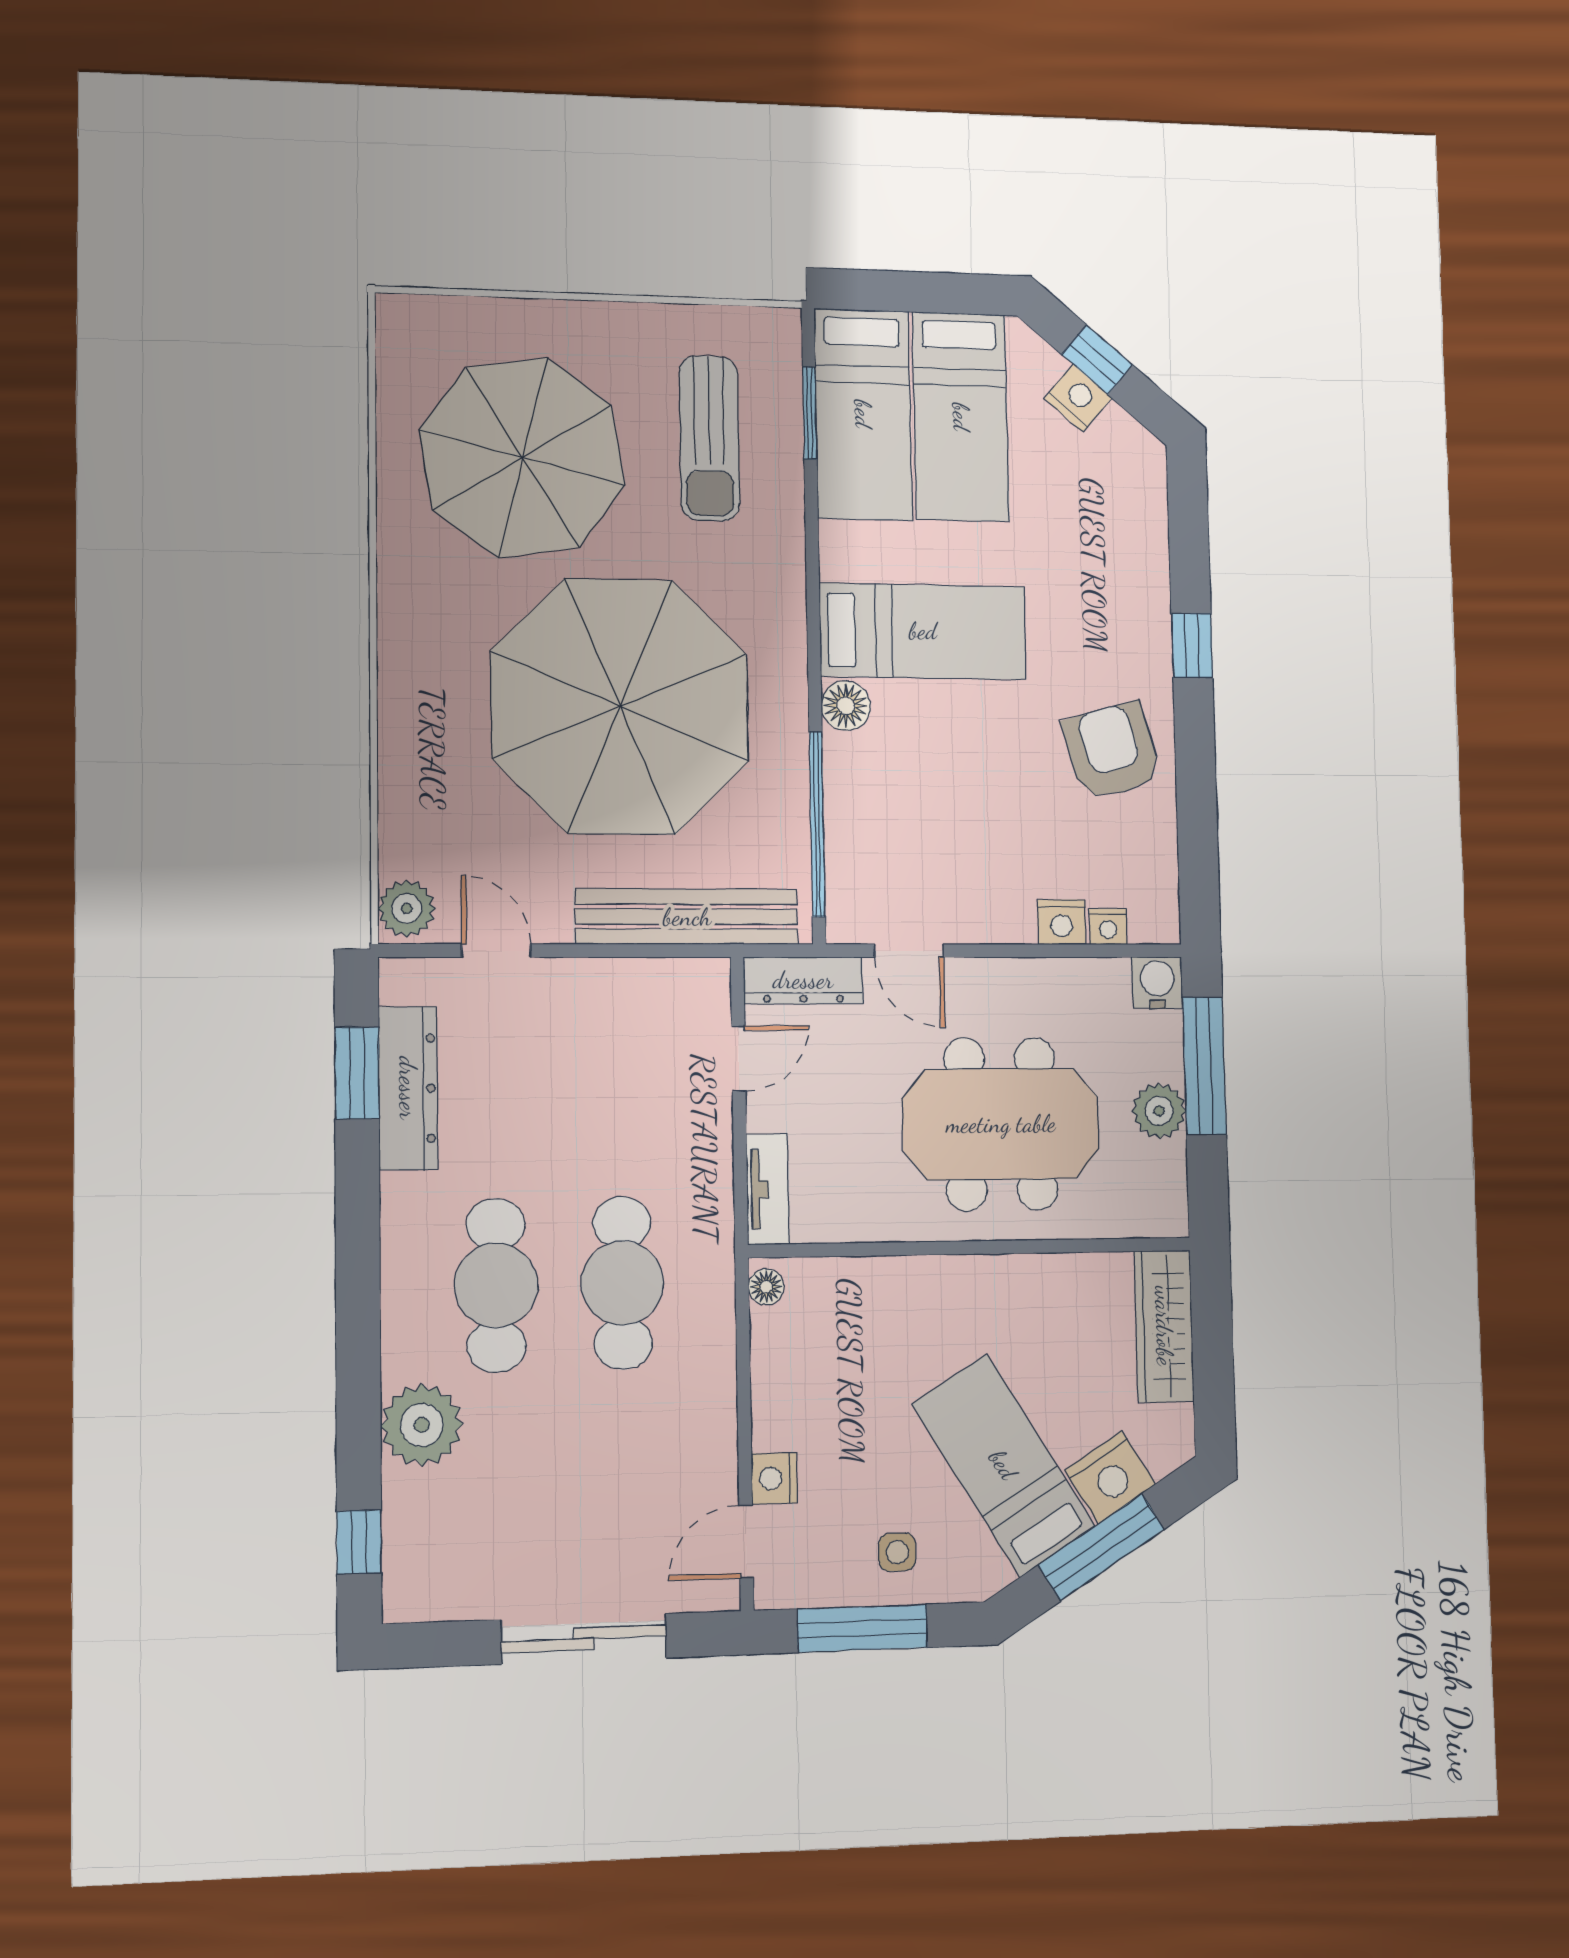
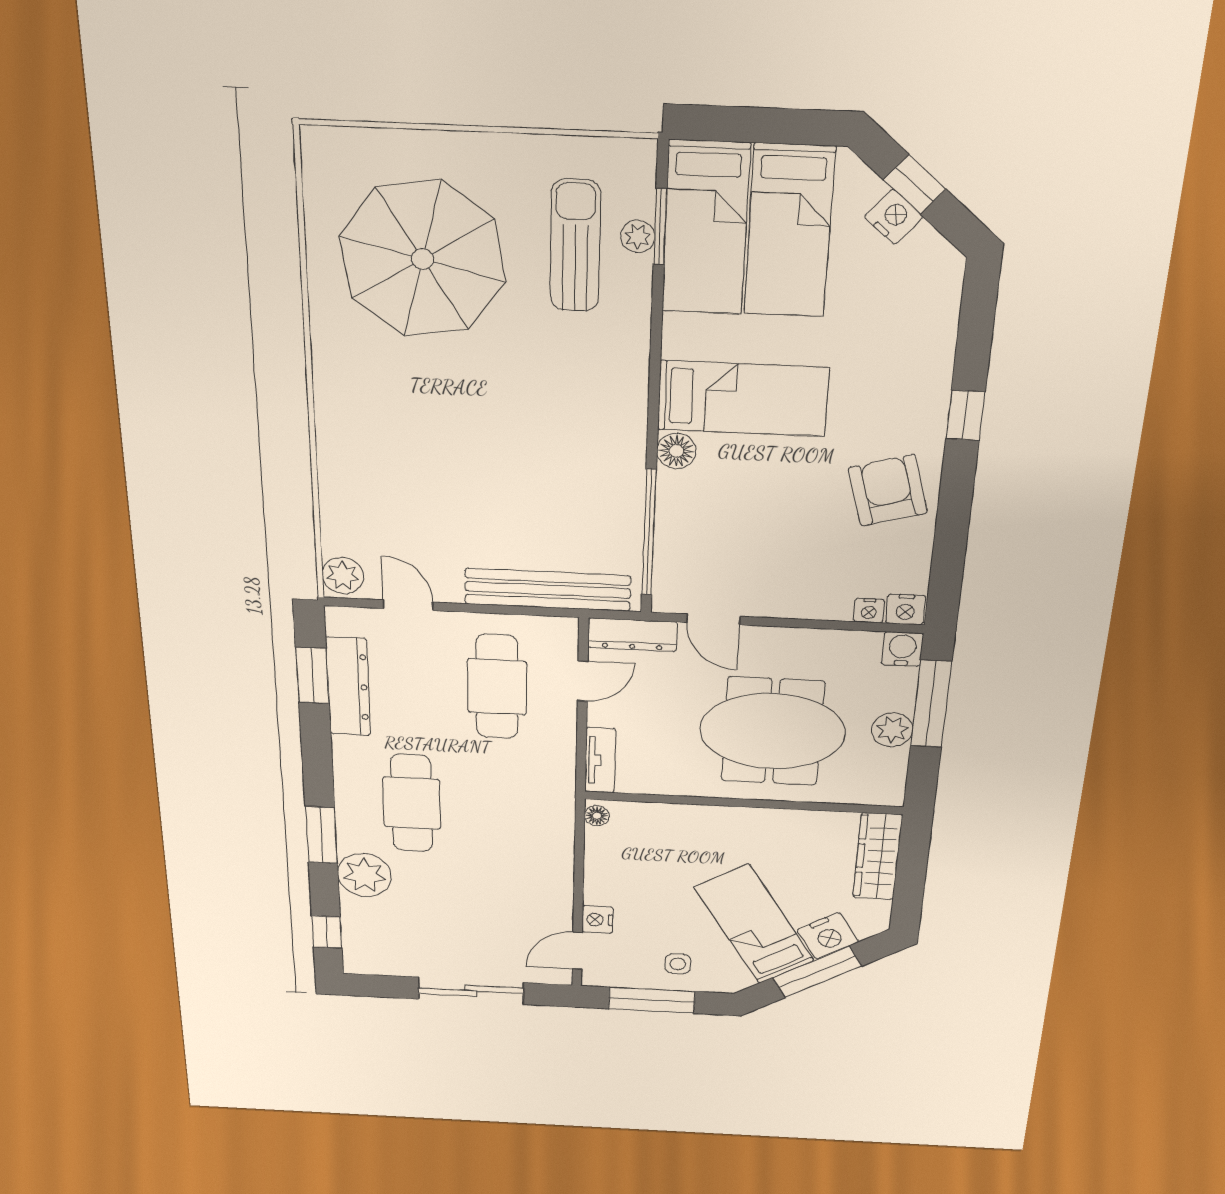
plant: (784, 425) -> (638, 236), added
sun lounger: (709, 438) -> (575, 246), turned 180
parasol: (620, 706) -> (500, 446), removed
nightstand: (1062, 922) -> (905, 609), moved
cafe table: (622, 1283) -> (497, 687), moved
window: (358, 1355) -> (321, 835), added

